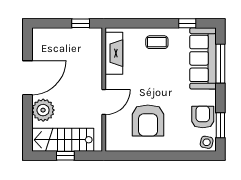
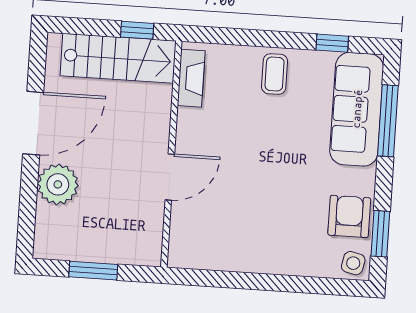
coffee table: (157, 42) -> (275, 74), turned 90
fireplace: (114, 53) -> (191, 78), width x0.73, depth x0.76
armchair: (148, 120) -> (249, 216), removed
stairs: (63, 140) -> (118, 58), moved, turned 180
window: (65, 156) -> (93, 271), width x1.50

